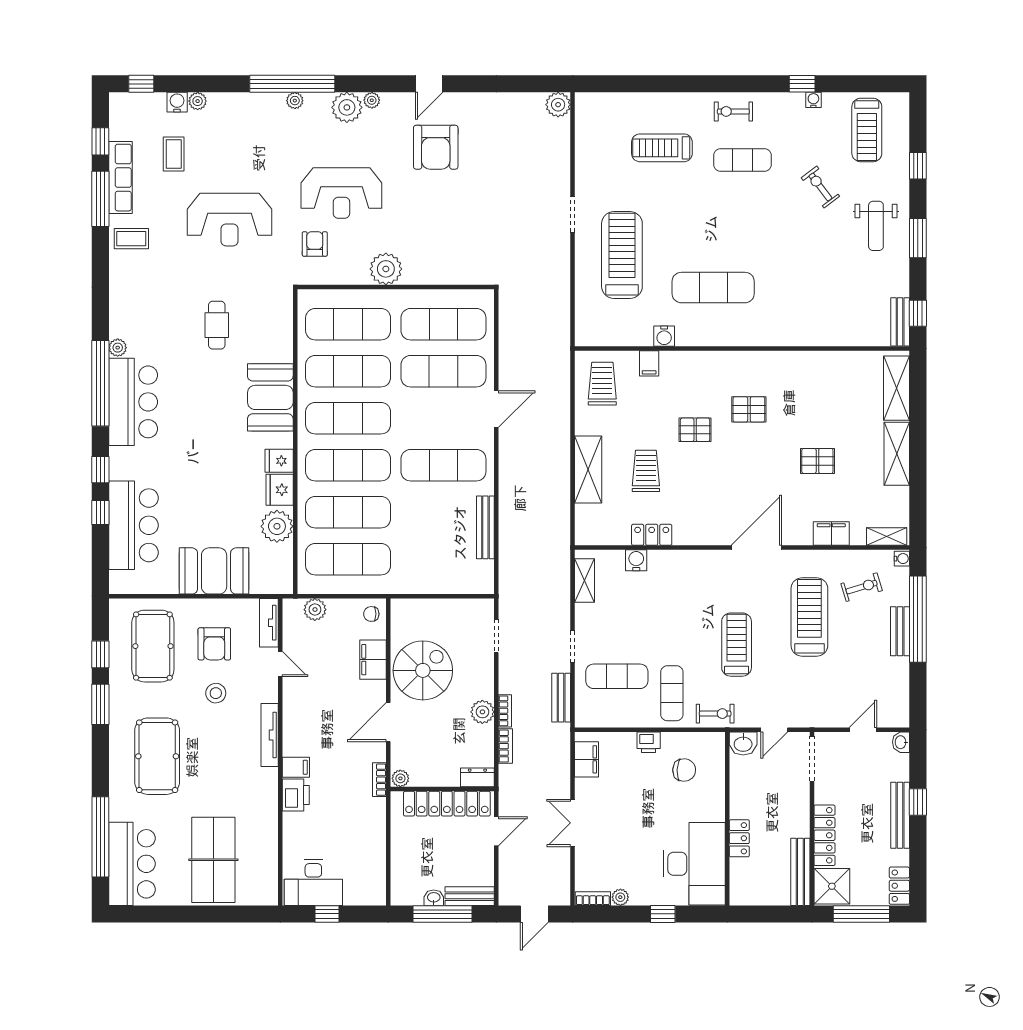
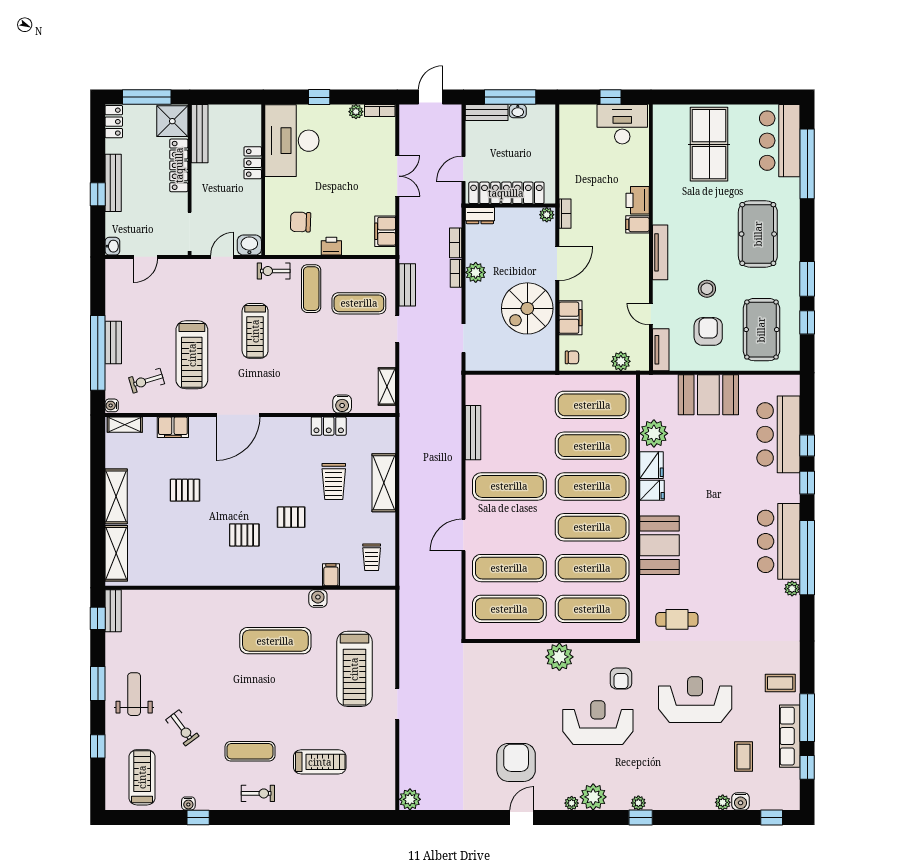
window: (292, 84) -> (641, 817), width x0.32
cafe table: (217, 325) -> (677, 619), moved, turned 90
trolley: (602, 384) -> (372, 557), width x0.73, depth x0.72

